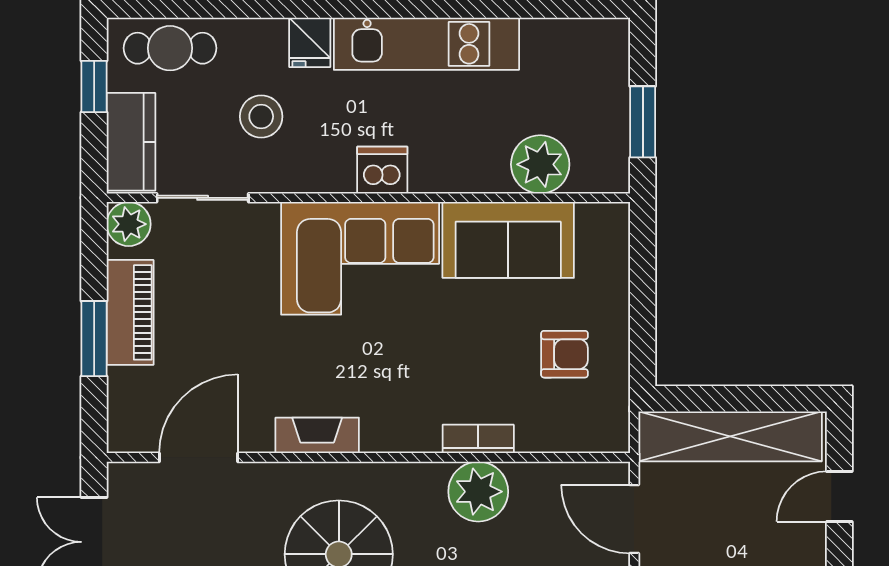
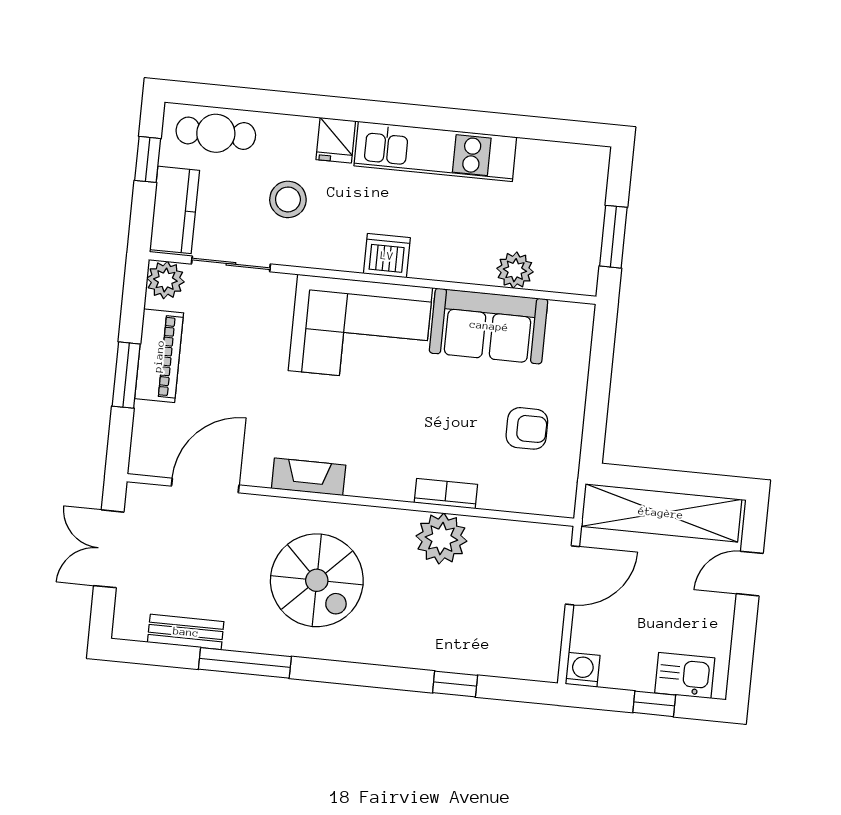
plant: (540, 164) -> (515, 270), width x0.73, depth x0.73
door: (634, 519) -> (572, 575), swing flipped

